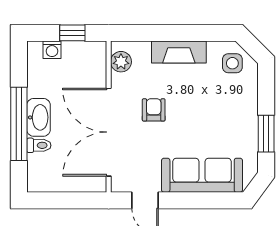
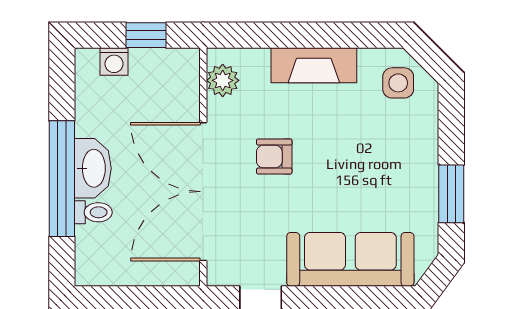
armchair: (154, 110) -> (274, 156), turned -90

